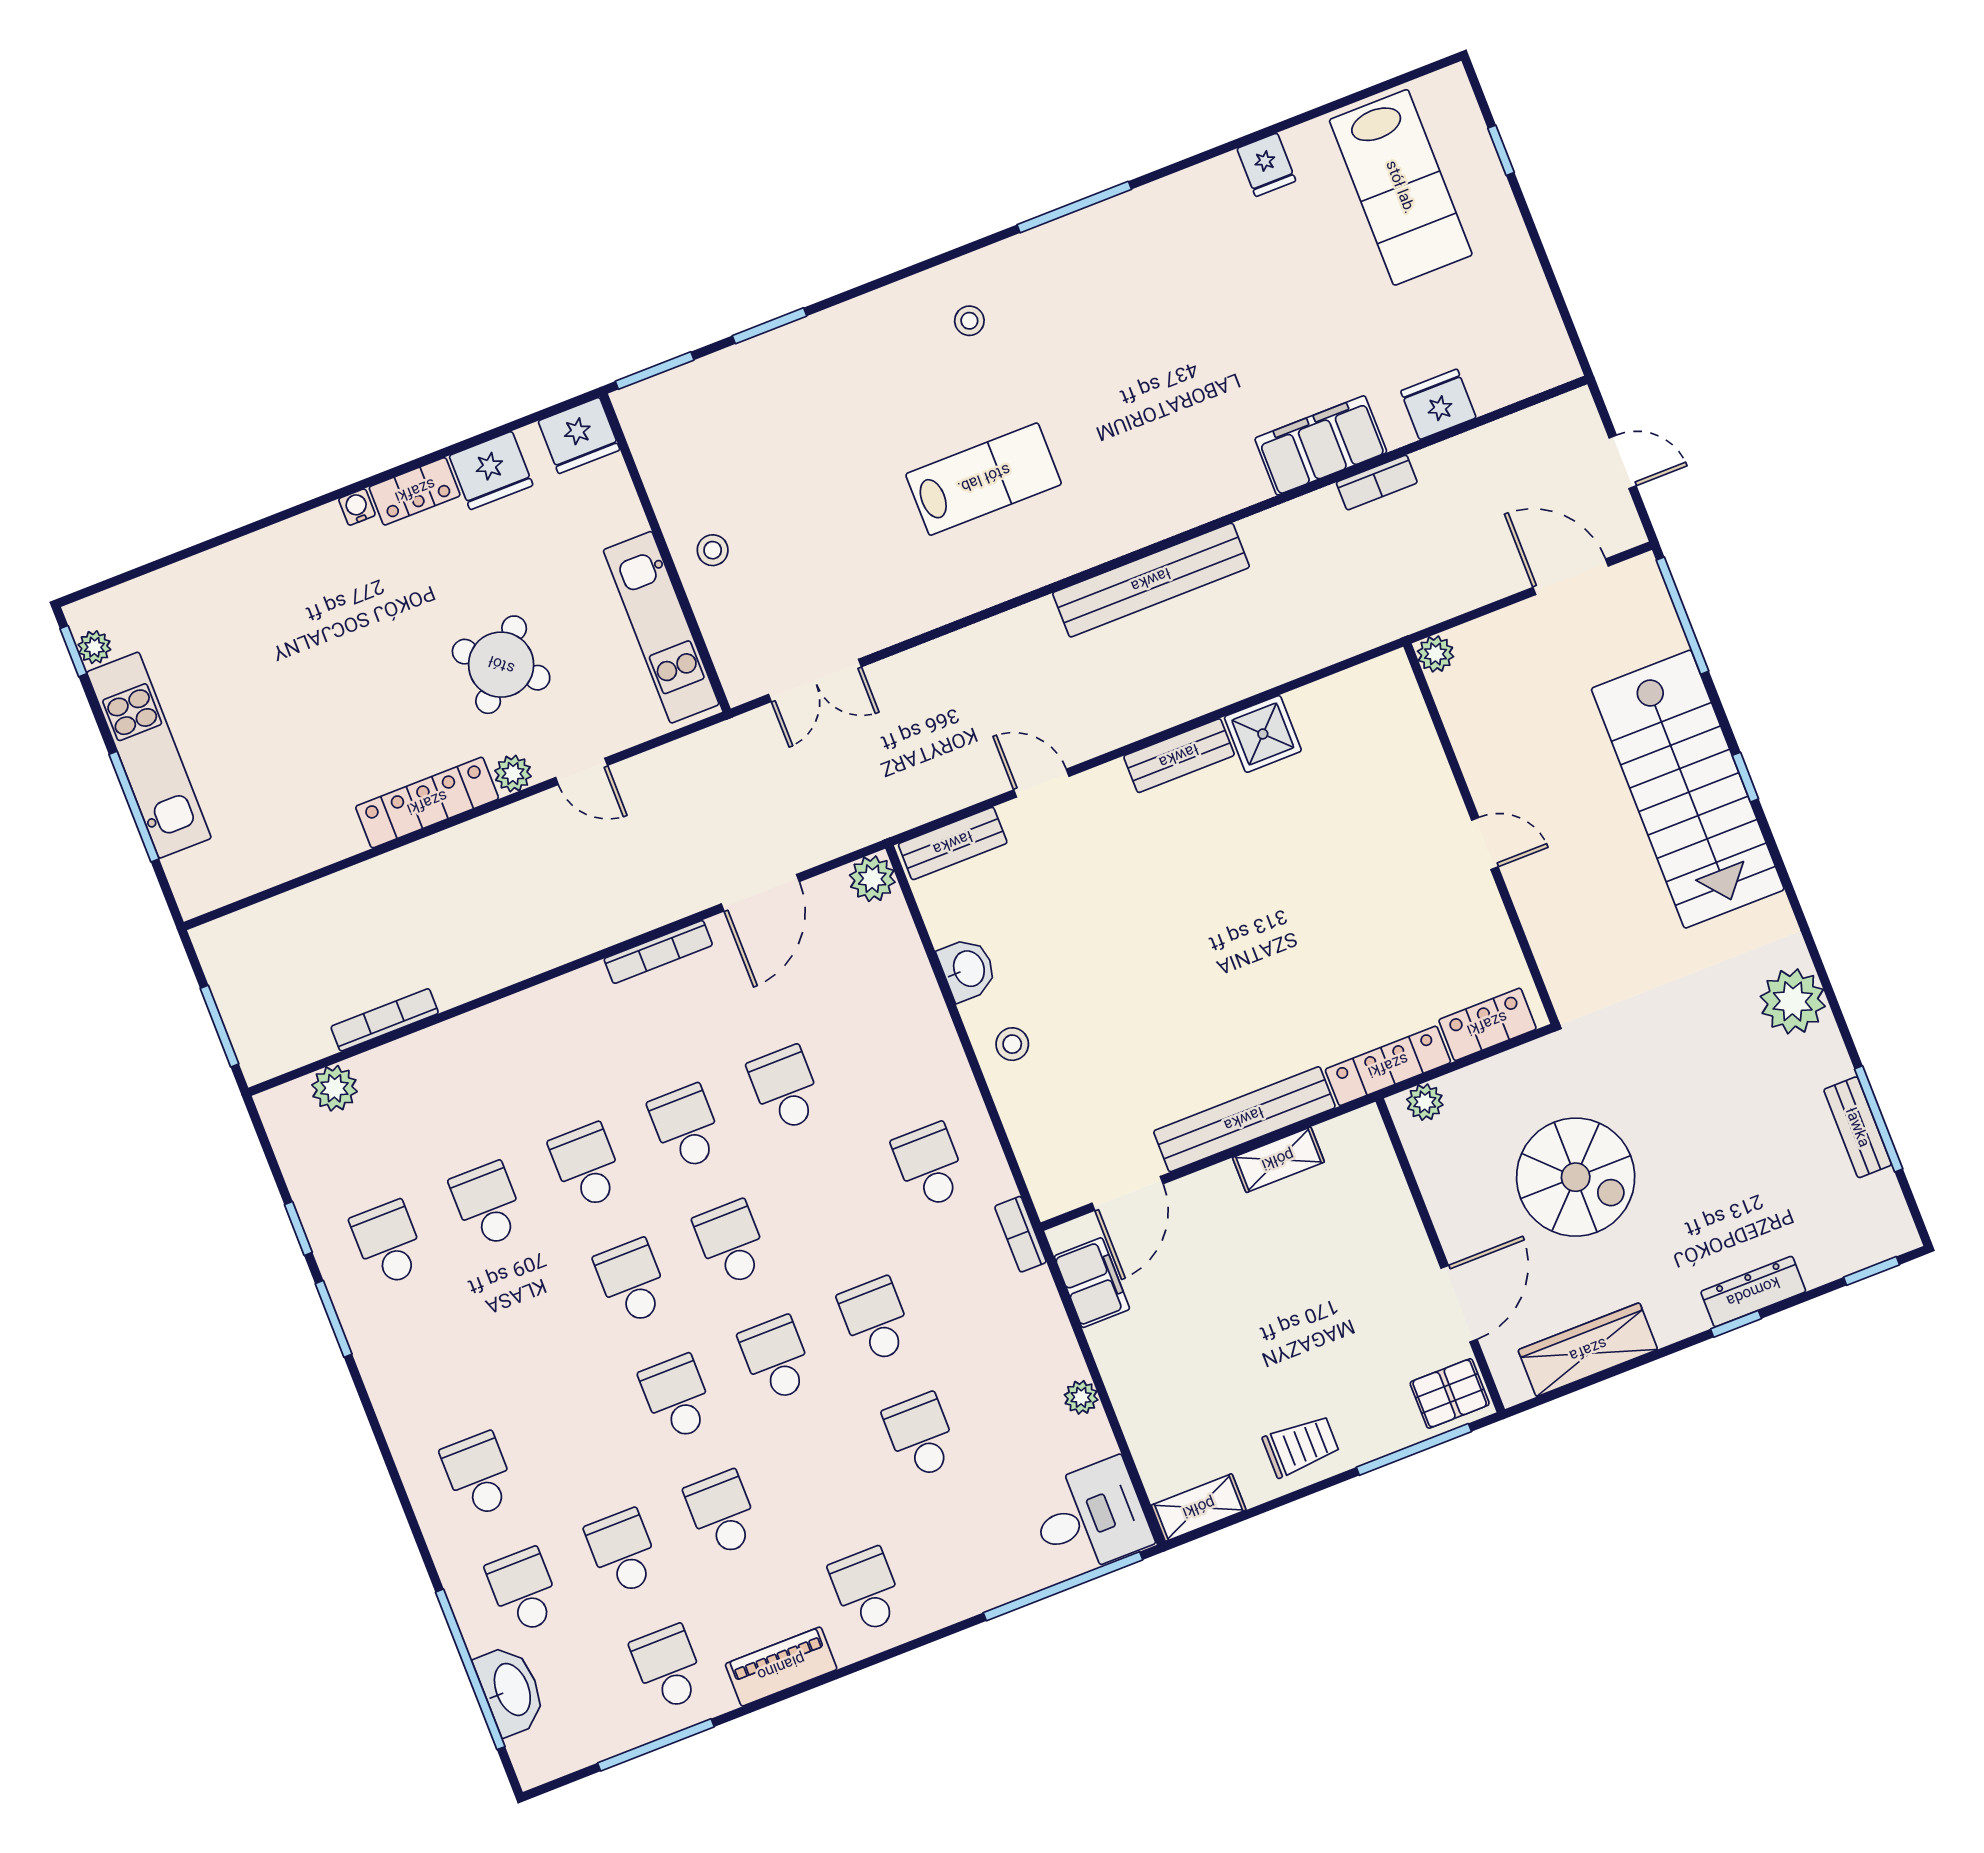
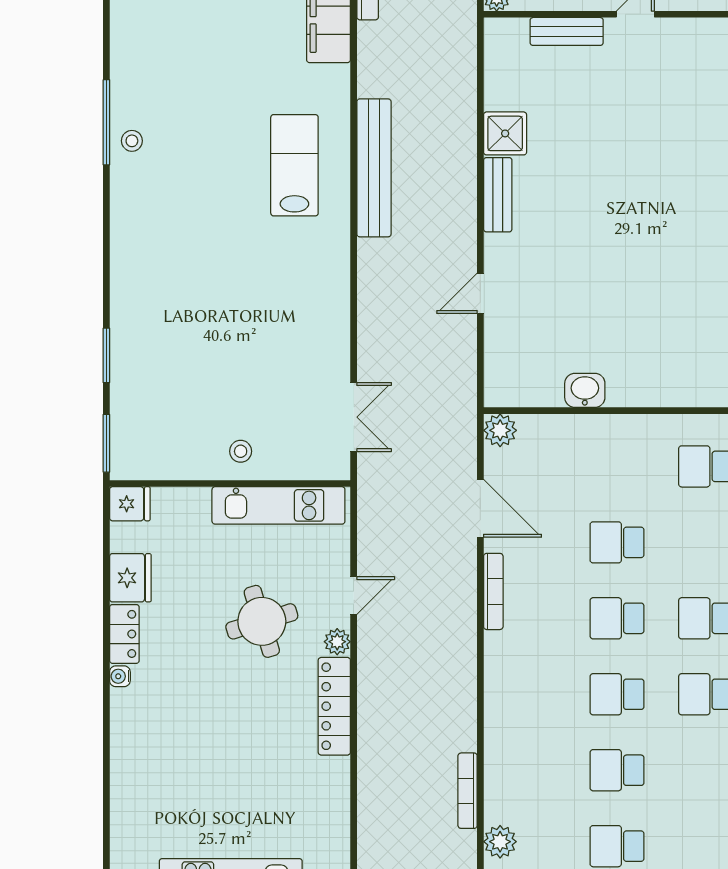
stool: (969, 321) -> (132, 141), moved
fridge: (579, 435) -> (130, 504), width x0.72
lab bench: (984, 479) -> (294, 165), moved
round table: (501, 665) -> (262, 621), turned 32
bench: (953, 843) -> (567, 31), moved, turned 90
stool: (1012, 1044) -> (646, 380), removed

